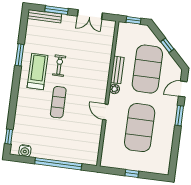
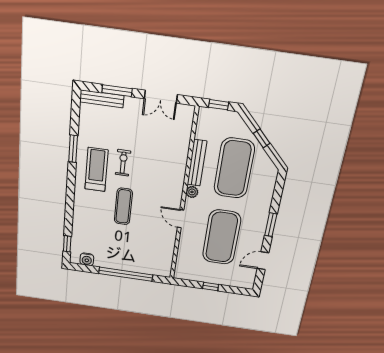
bench: (117, 70) -> (197, 163), width x1.36
door: (183, 89) -> (263, 261), moved

